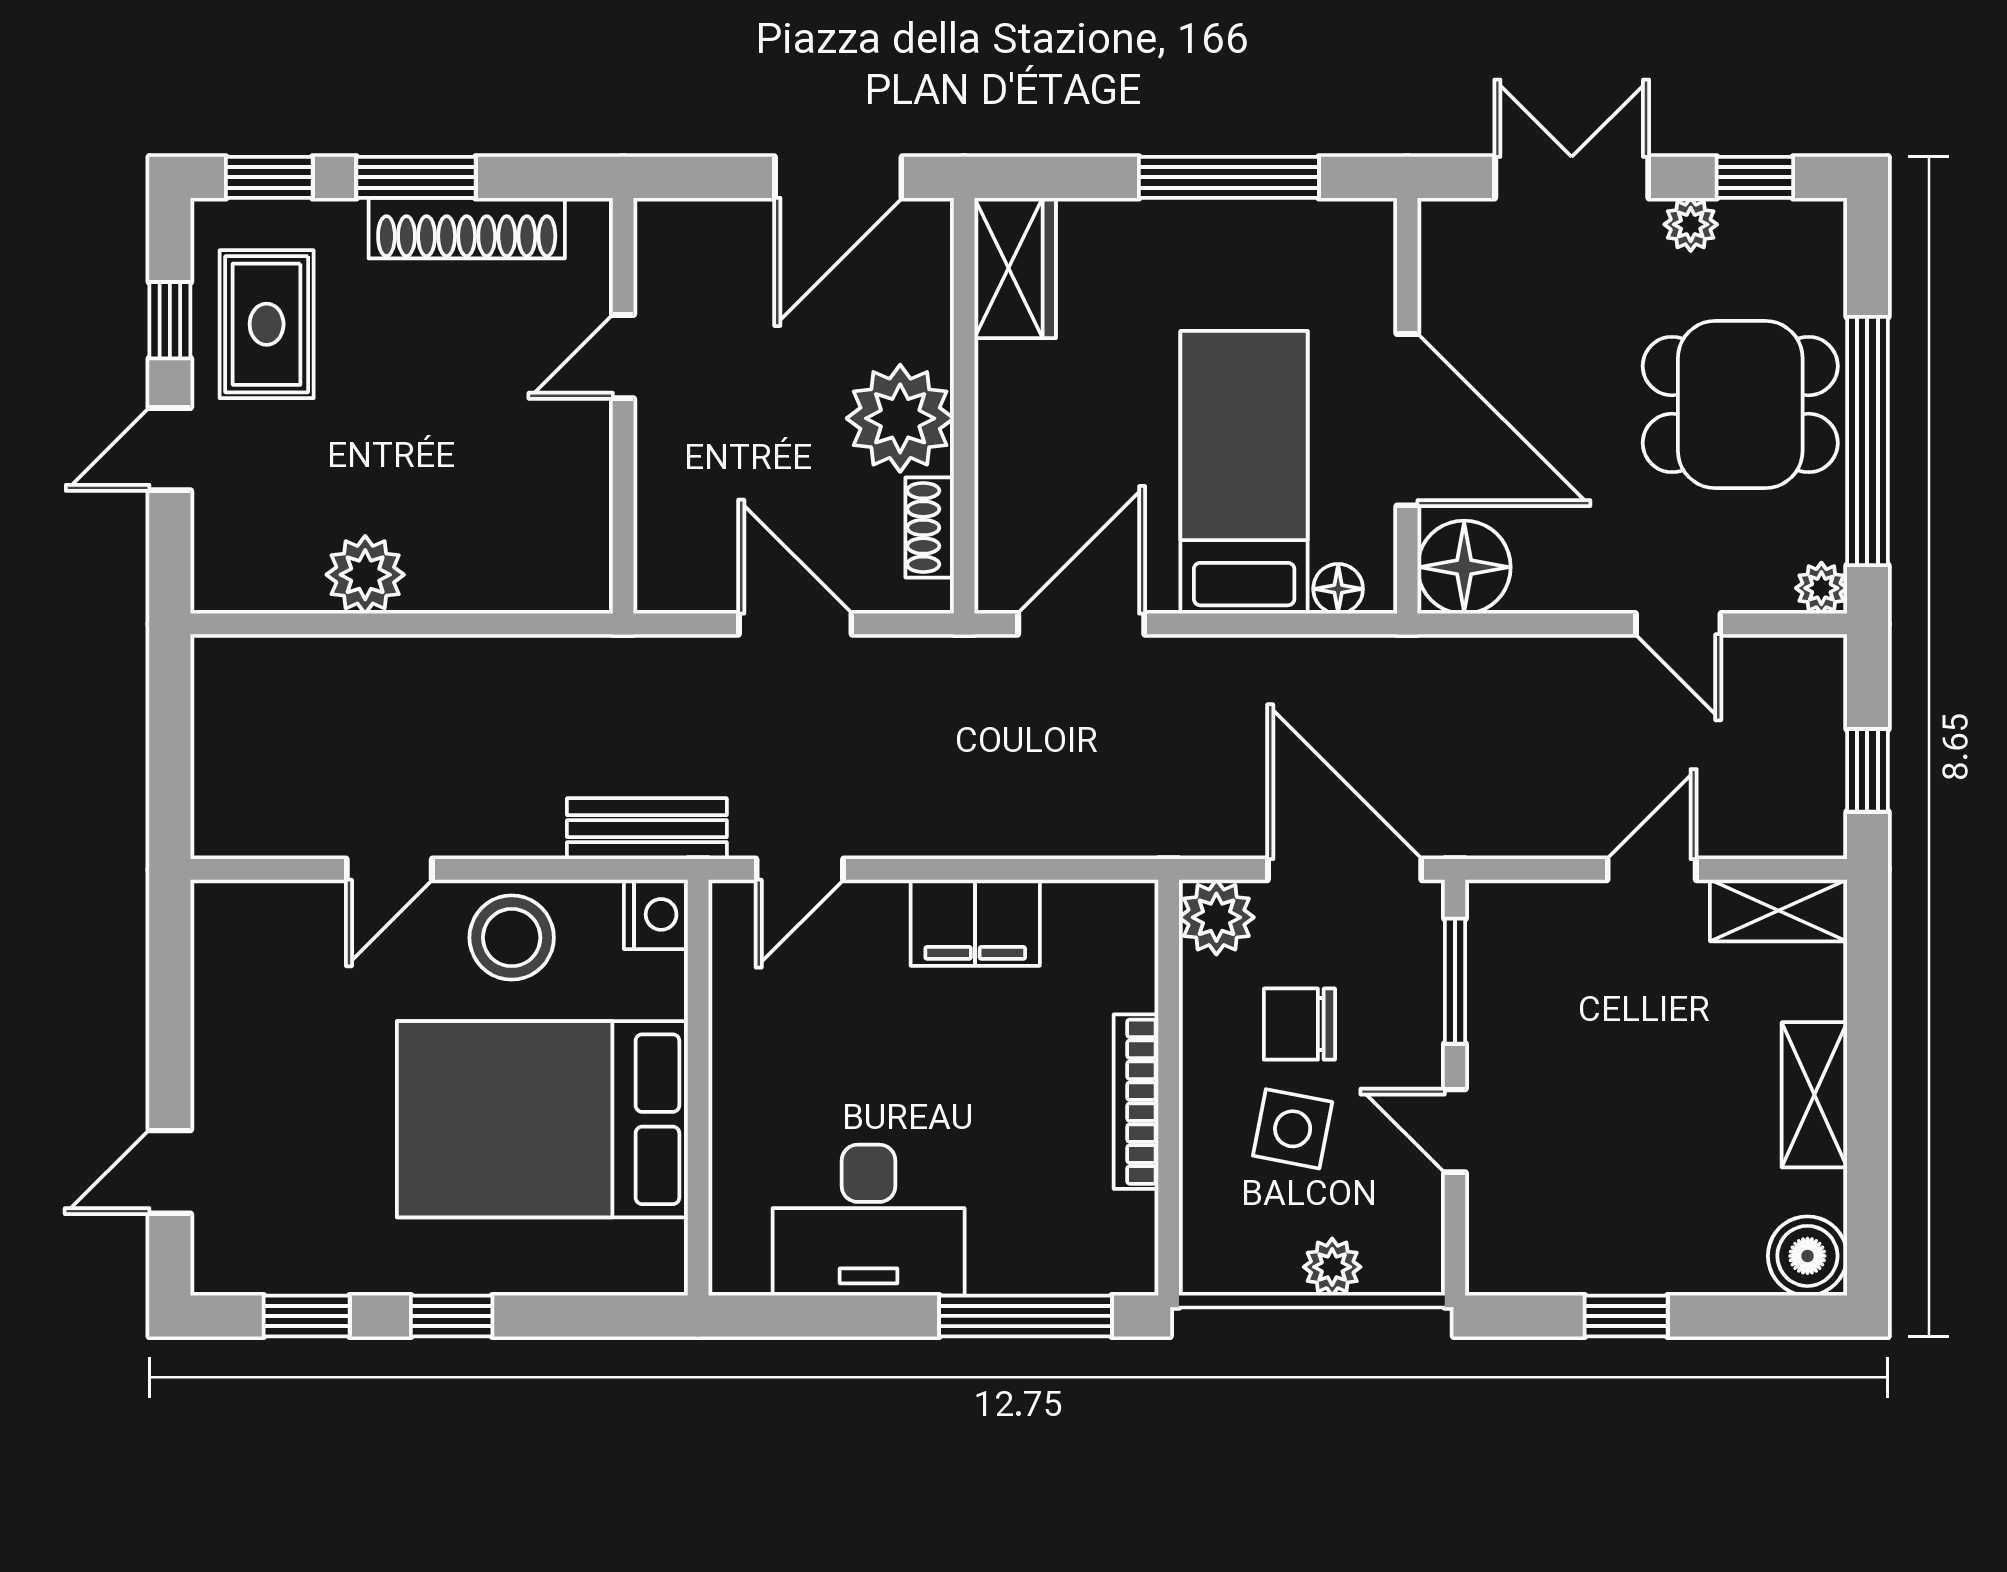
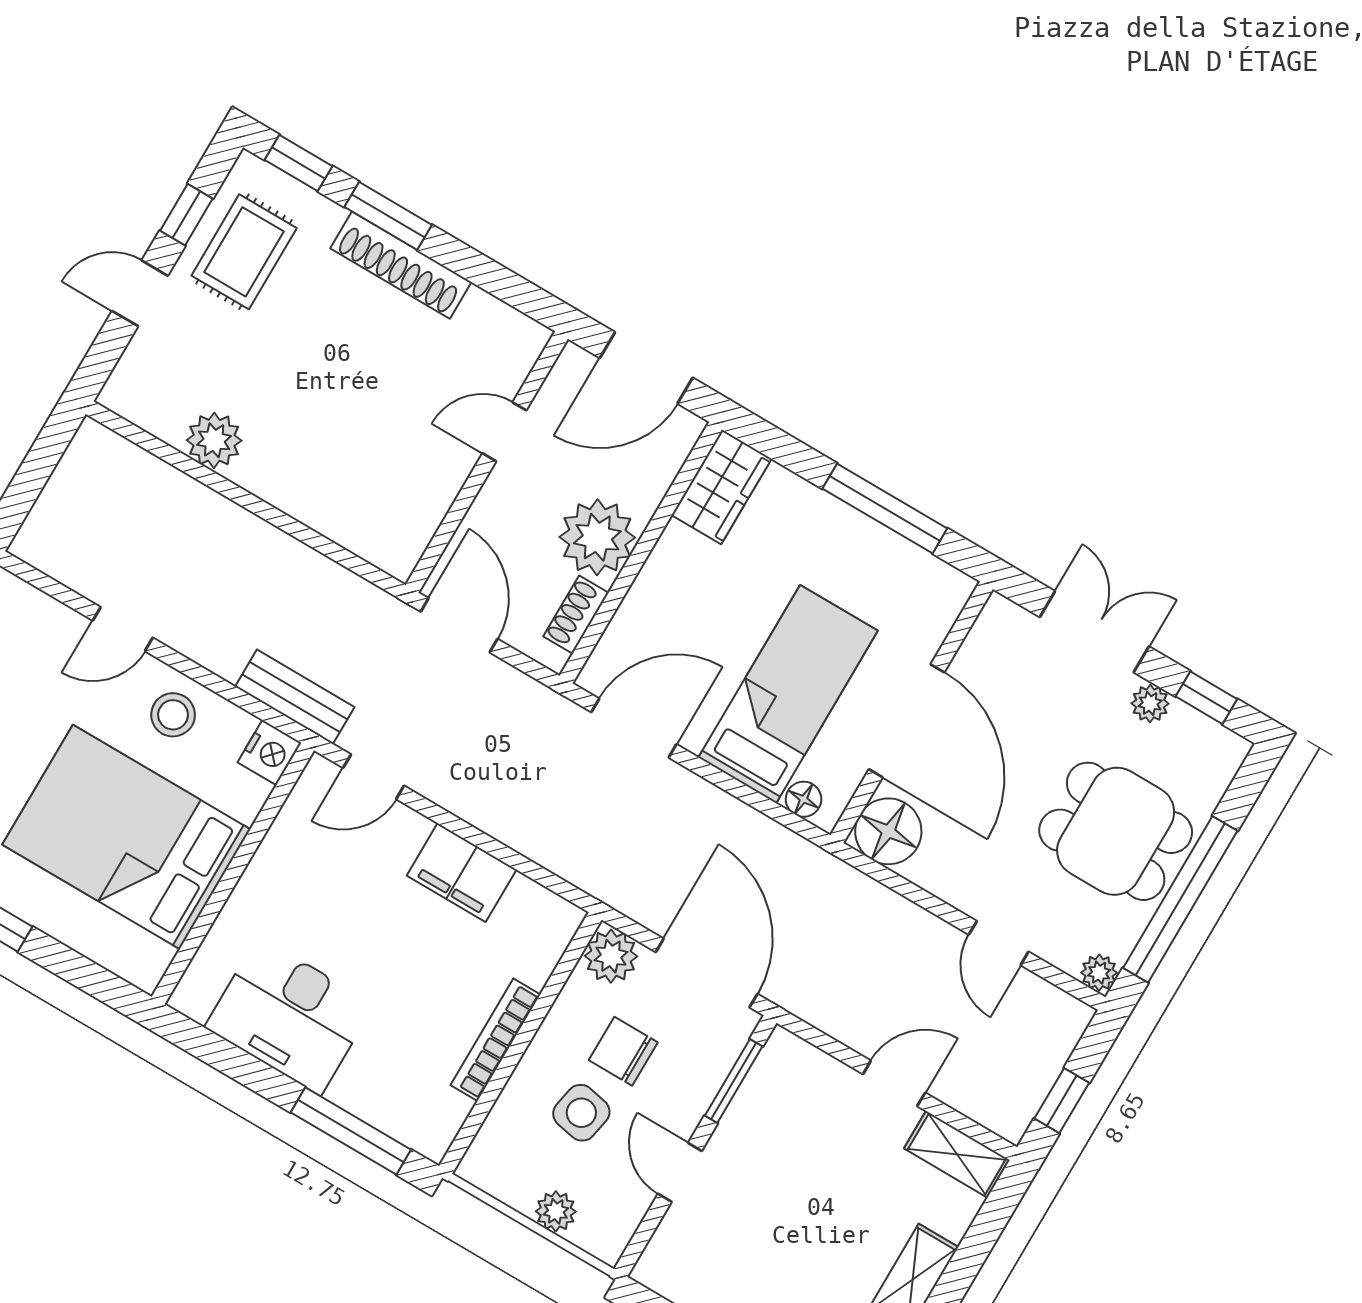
door: (623, 357) -> (504, 432), moved
wall: (623, 406) -> (487, 462), moved
stool: (512, 938) -> (173, 715), width x0.73, depth x0.73

